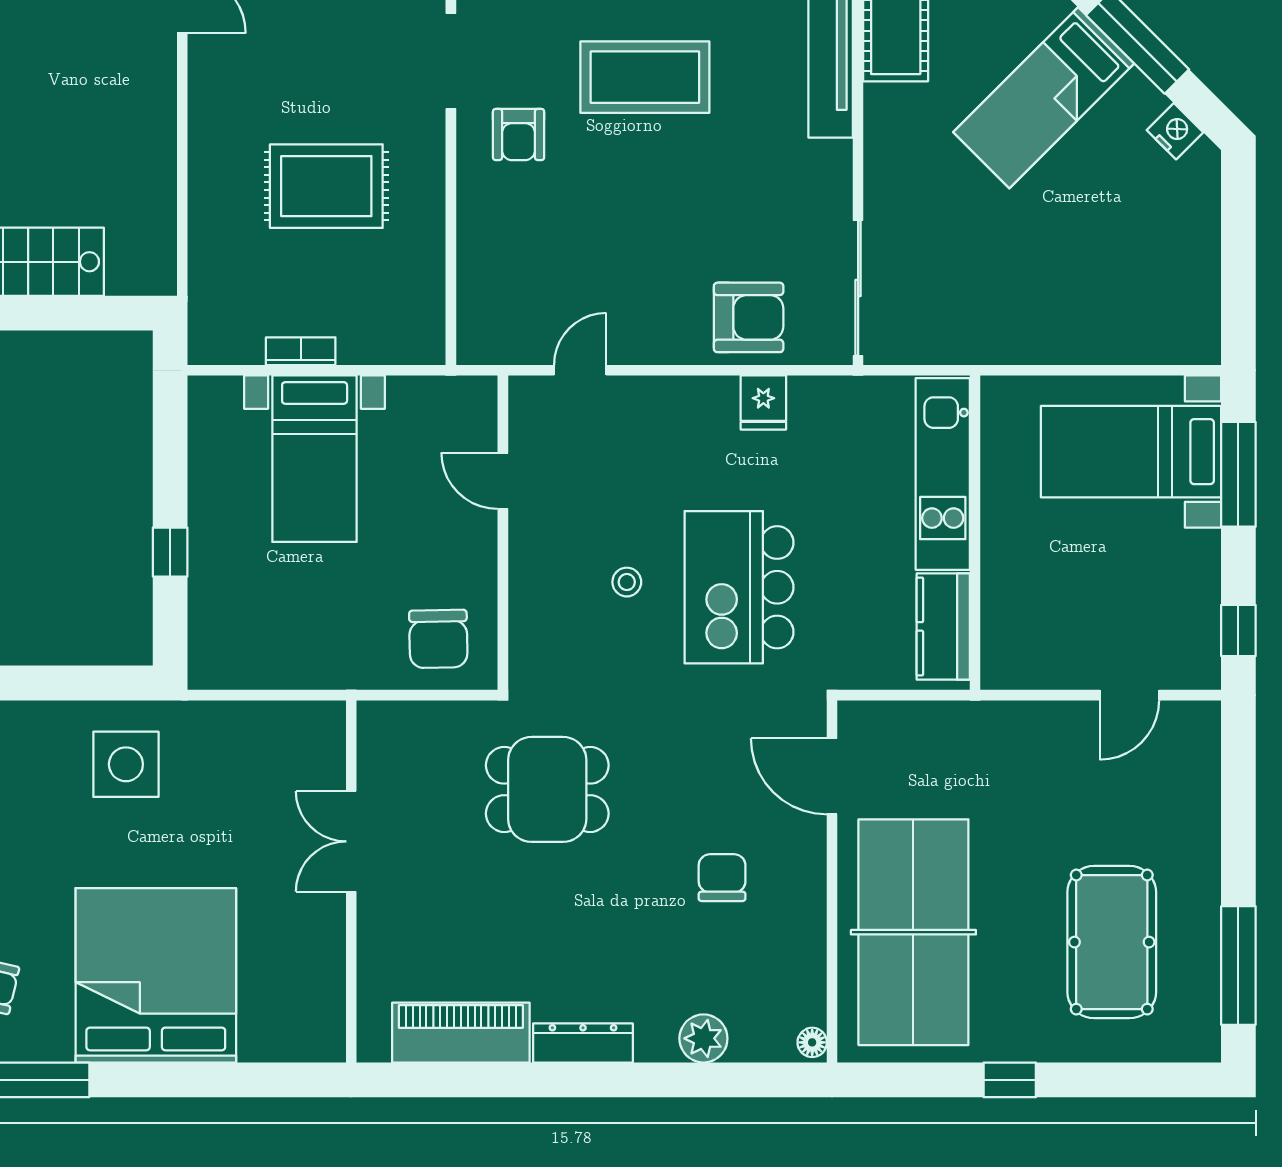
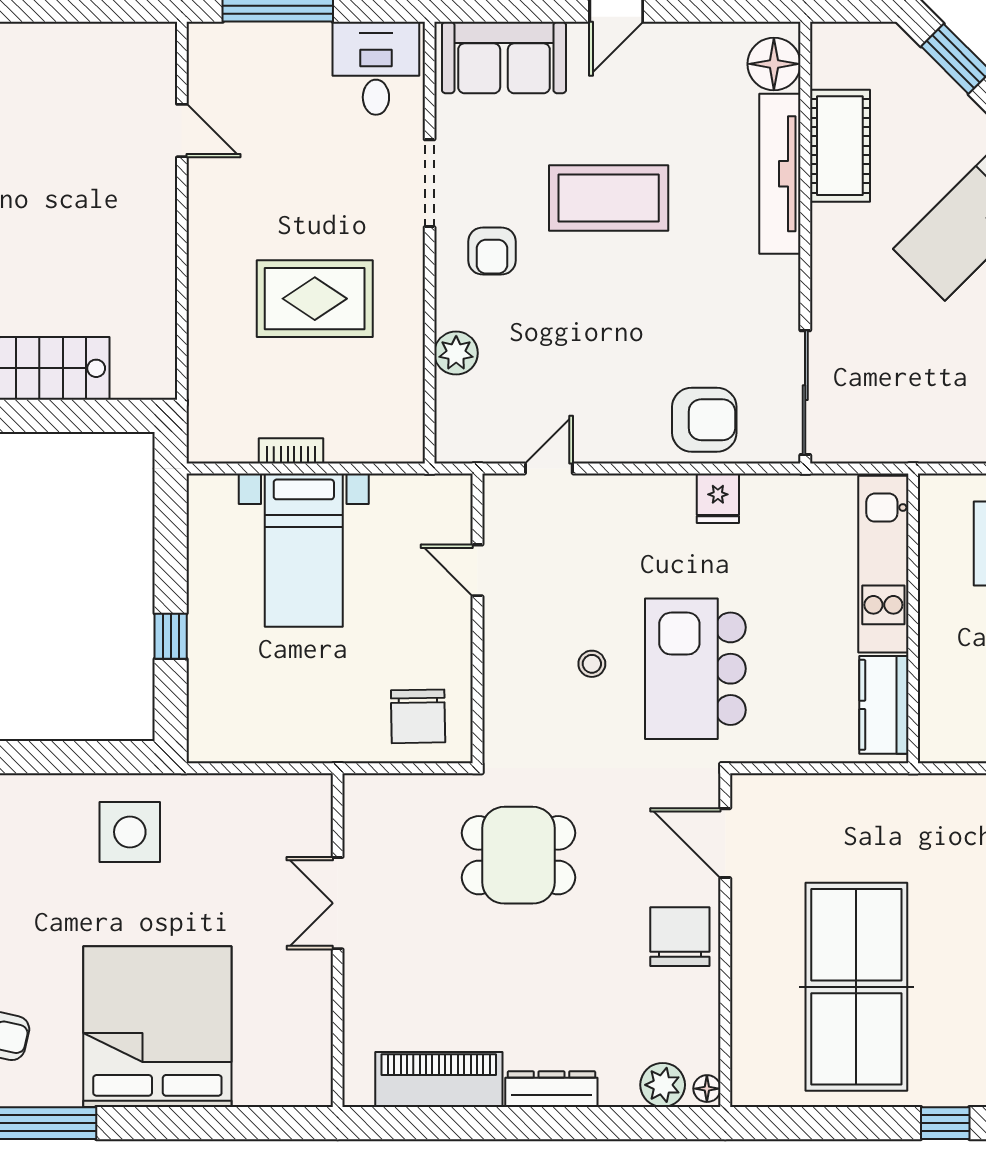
plant: (480, 245) -> (456, 353), added
door: (832, 776) -> (725, 843), moved
chair: (722, 878) -> (680, 937), width x1.37, depth x1.37
wall: (832, 881) -> (725, 940), moved
floor lamp: (812, 1042) -> (707, 1089), moved

